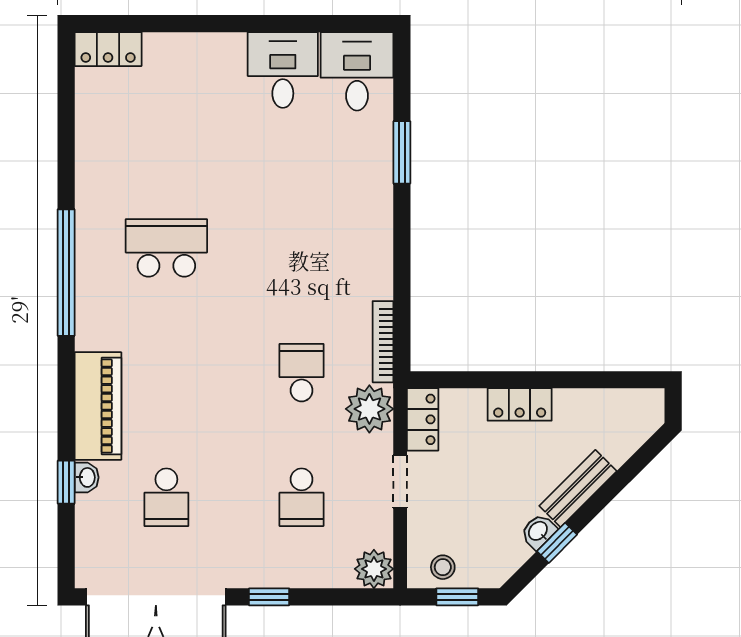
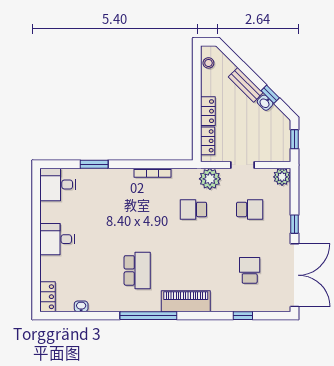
desk: (283, 70) -> (57, 239), moved
school desk: (166, 248) -> (137, 270), turned 180
bookcase: (383, 342) -> (153, 173), moved
piano: (98, 406) -> (186, 301), moved
locker: (423, 419) -> (208, 141), moved, turned 90
washbasin: (87, 477) -> (81, 306), moved
school desk: (166, 497) -> (250, 270), turned -90
stool: (443, 567) -> (208, 63), moved

